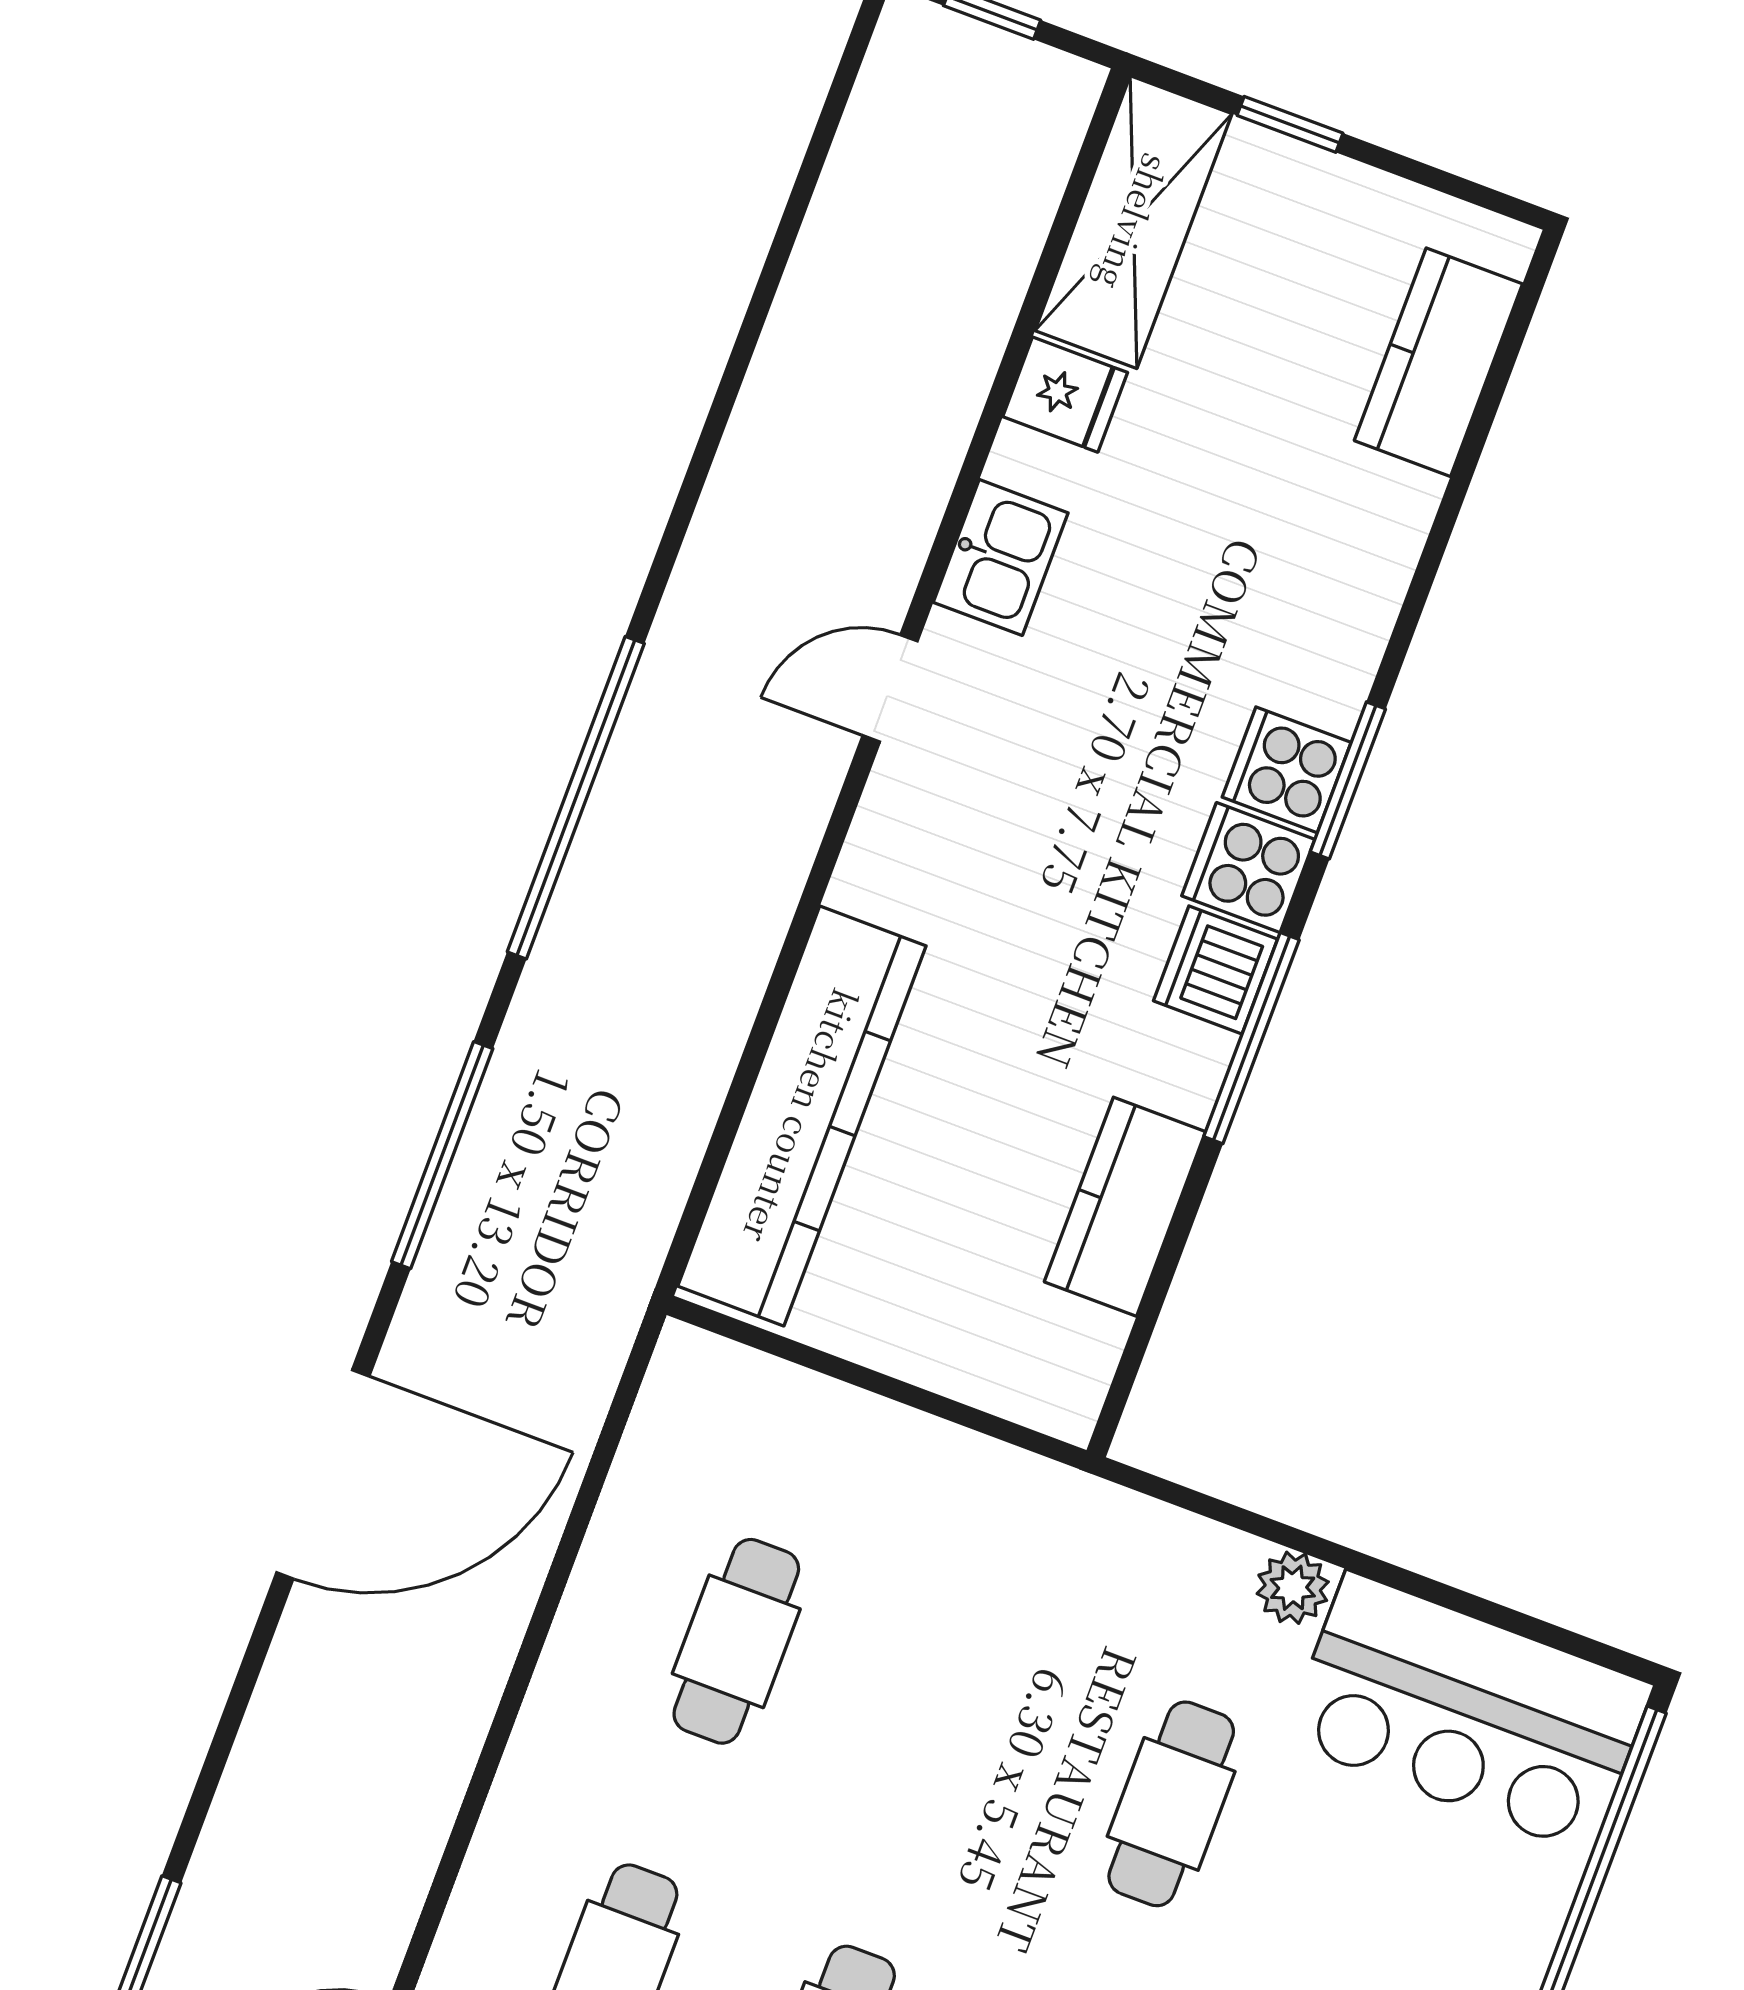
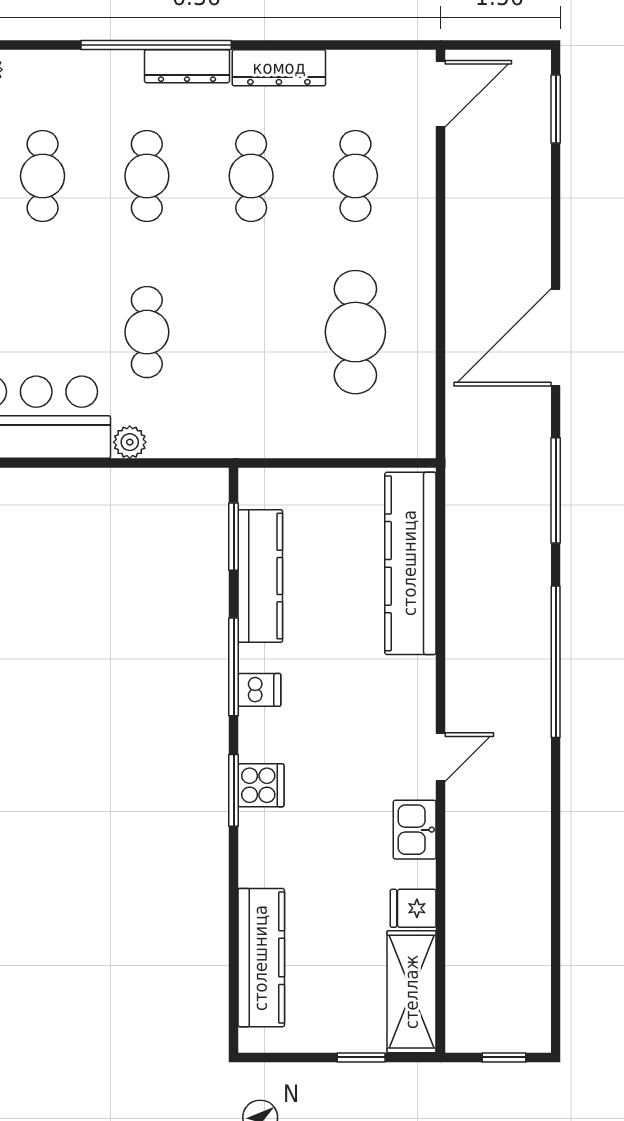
kitchen counter: (1438, 362) -> (261, 958), width x1.50
cooker: (1248, 868) -> (262, 738), removed
dishwasher: (1215, 970) -> (259, 690), width x0.73
kitchen counter: (1125, 1207) -> (260, 576), width x1.50
window: (1150, 1310) -> (234, 537), added
cafe table: (736, 1641) -> (355, 332), width x1.37, depth x1.35

